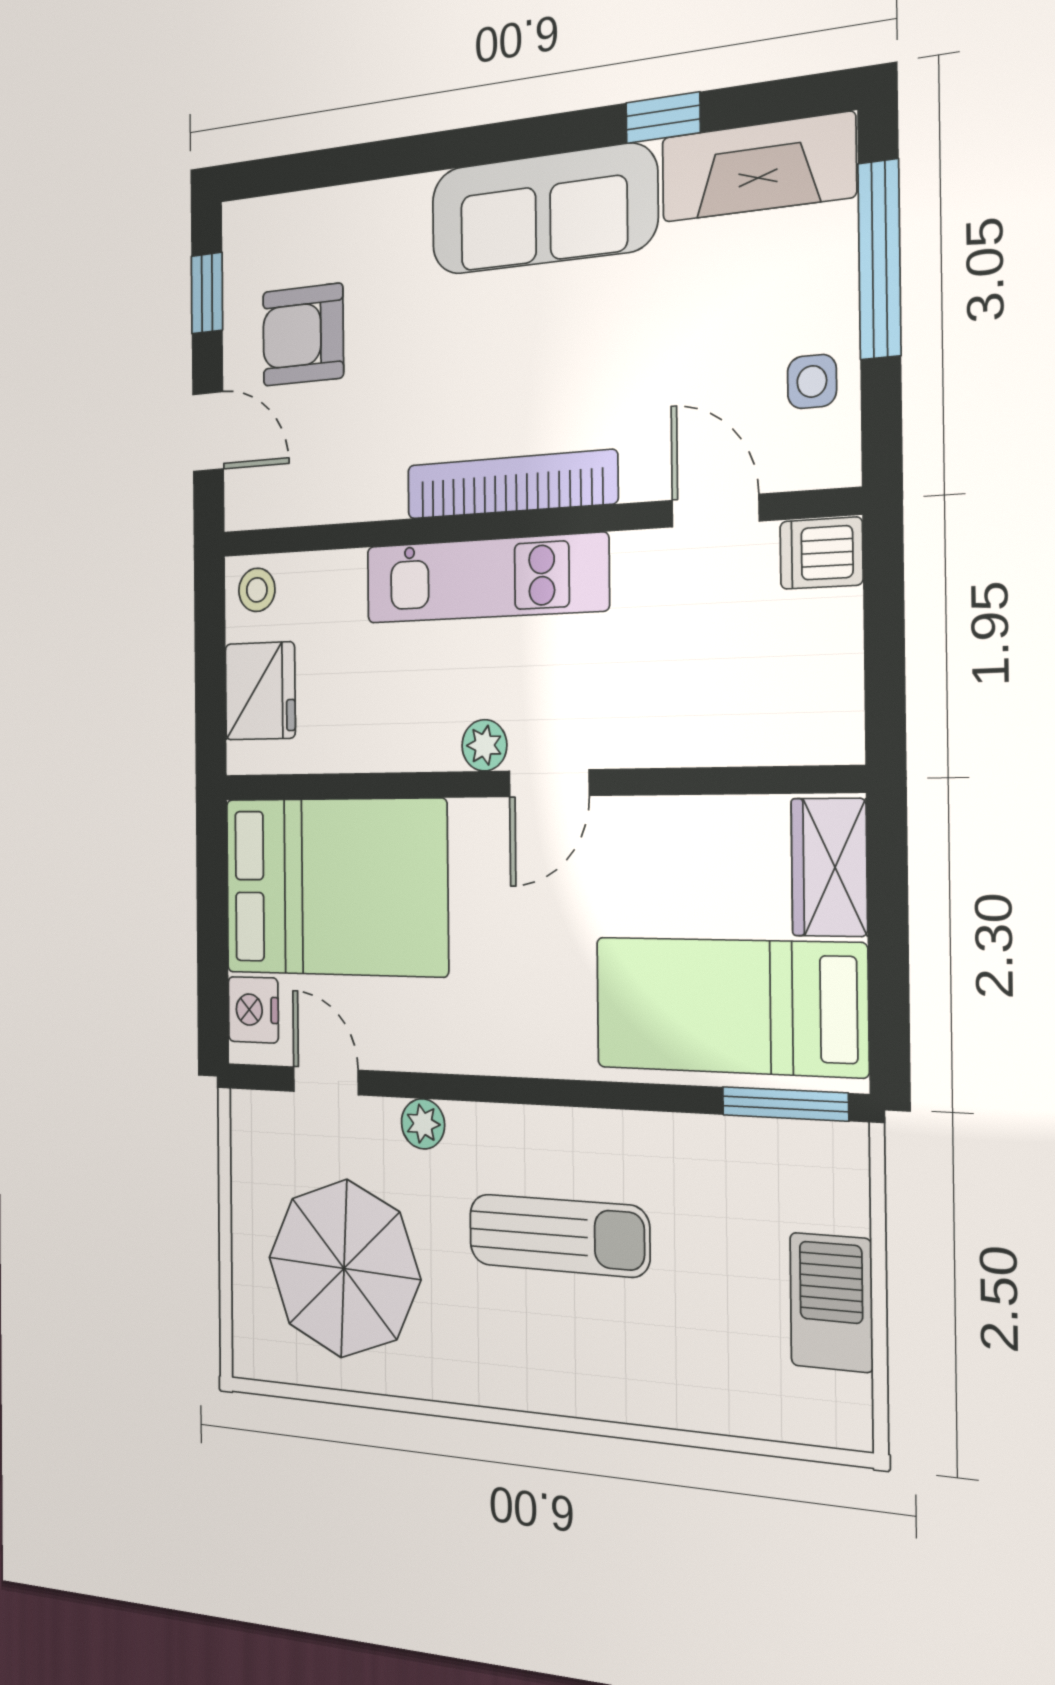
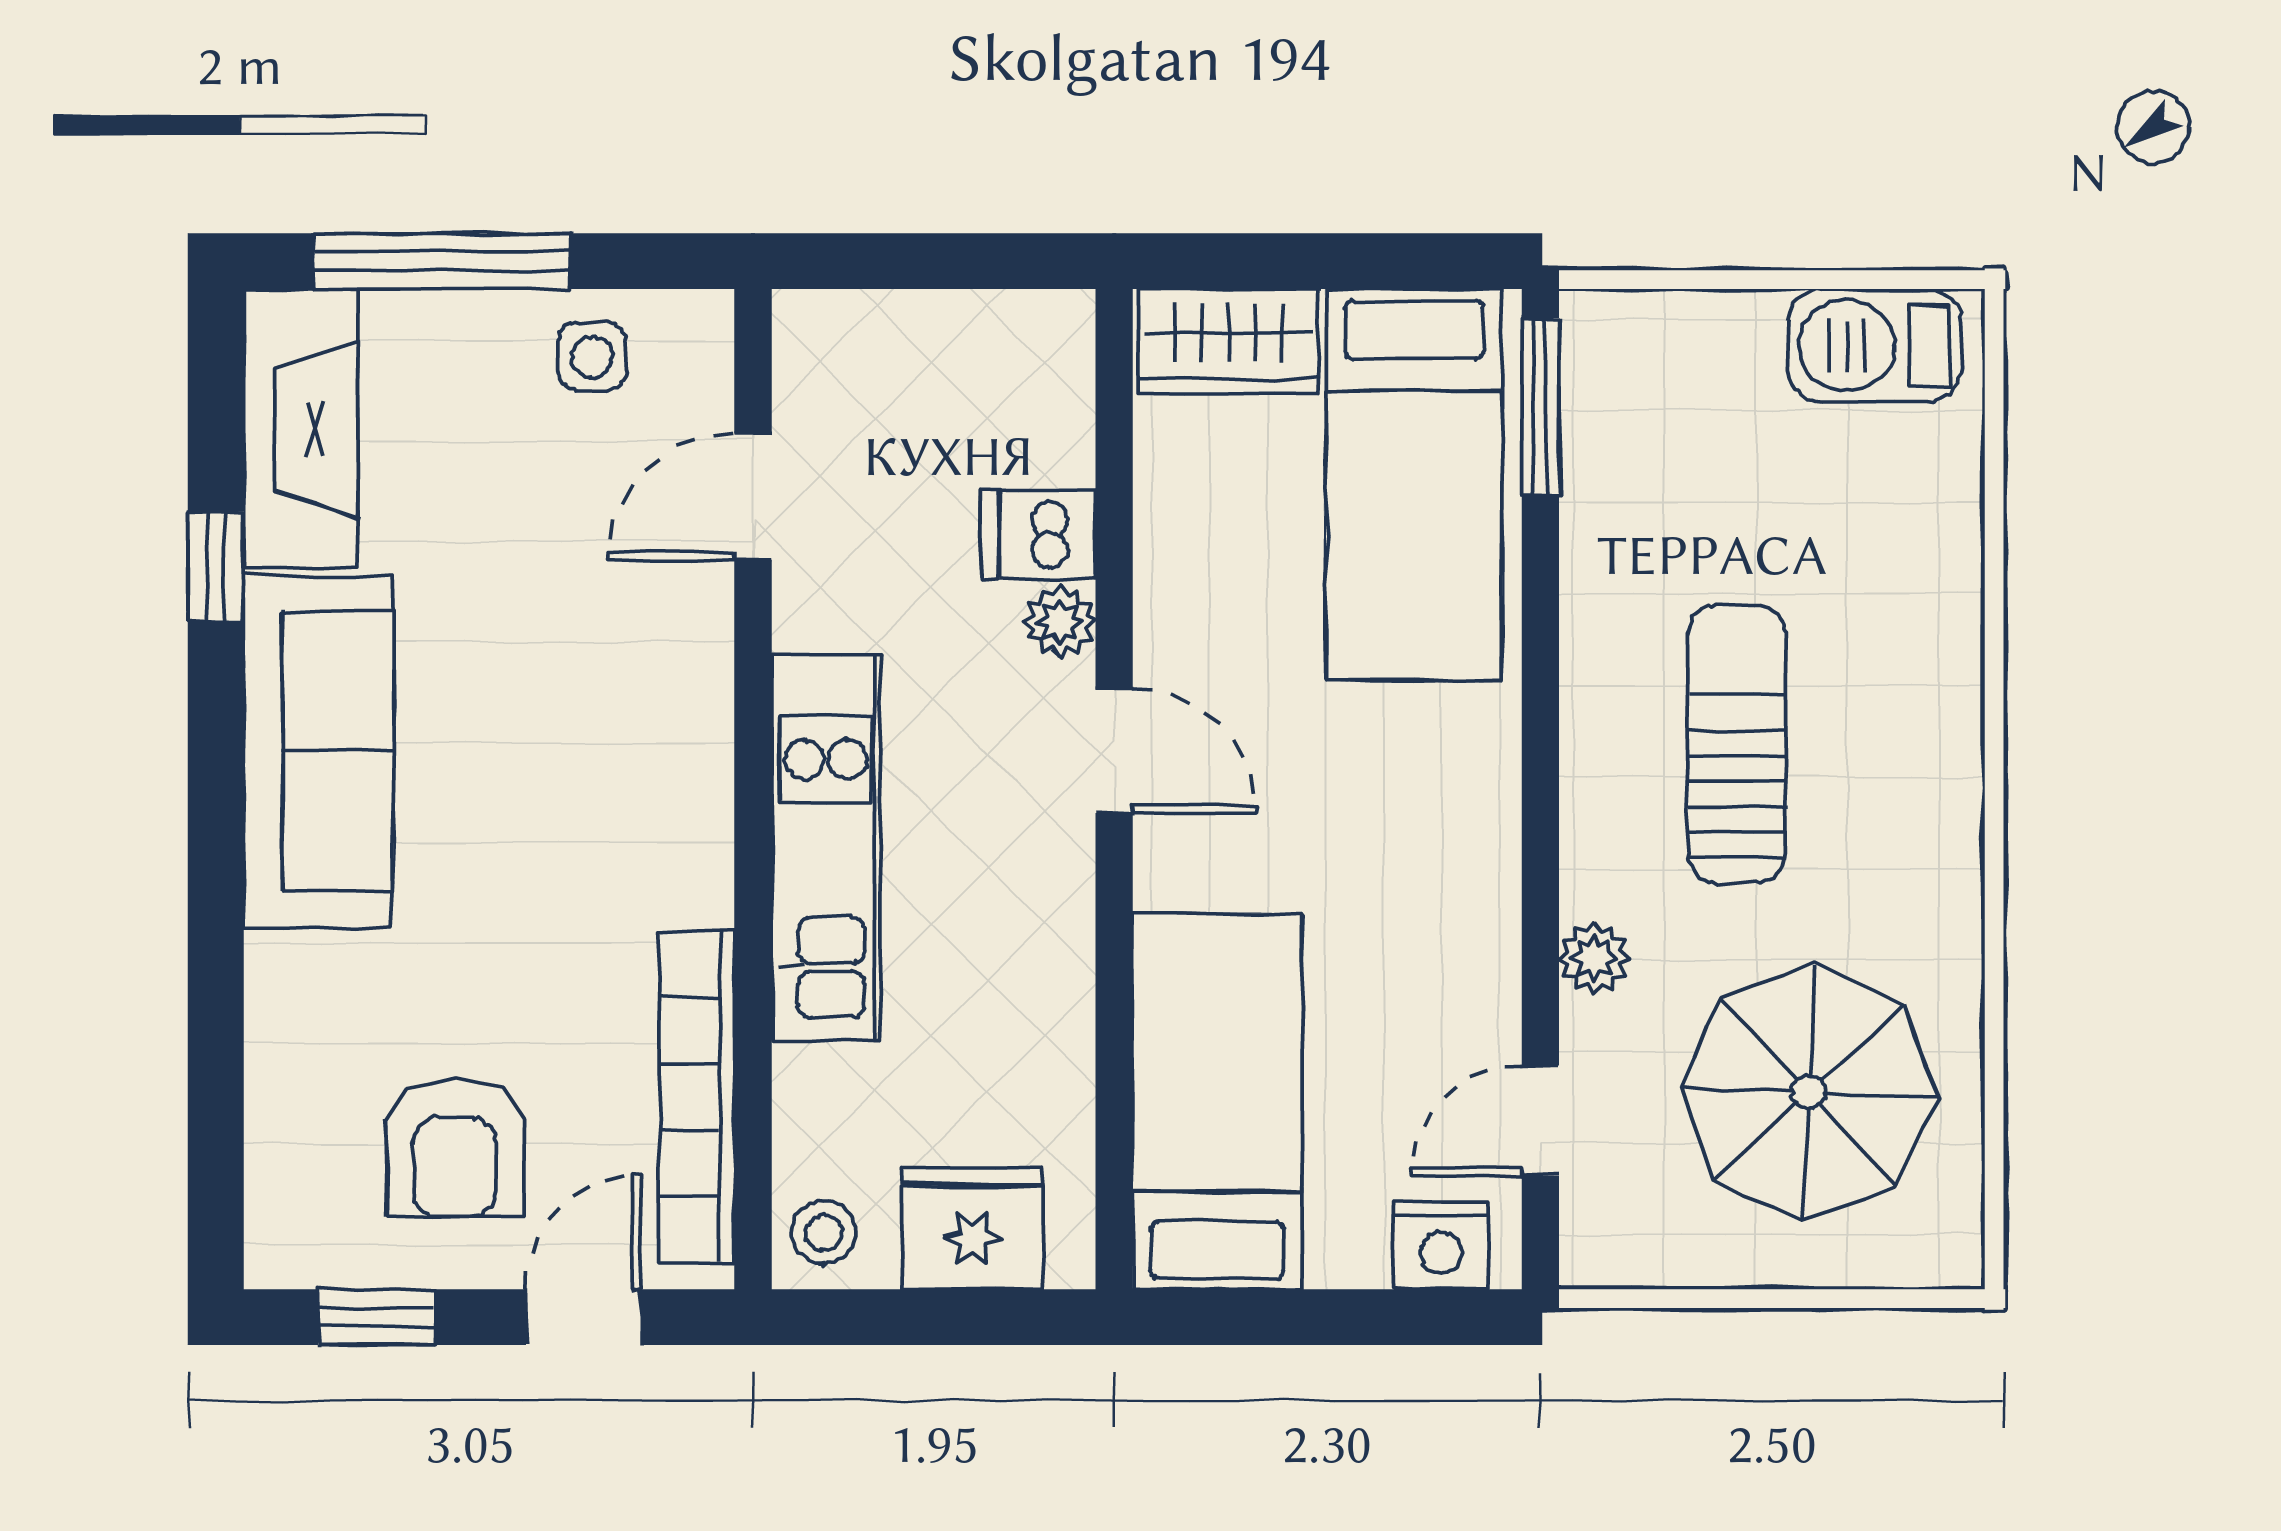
bookcase: (511, 484) -> (697, 1097), moved
dishwasher: (821, 553) -> (1038, 534), moved, turned 90
plant: (484, 745) -> (1060, 622), moved
bed: (335, 887) -> (1217, 1102), width x0.67
barbecue: (831, 1302) -> (1874, 345), moved

